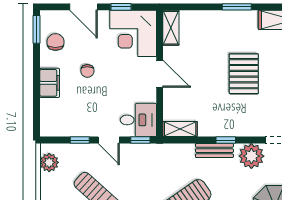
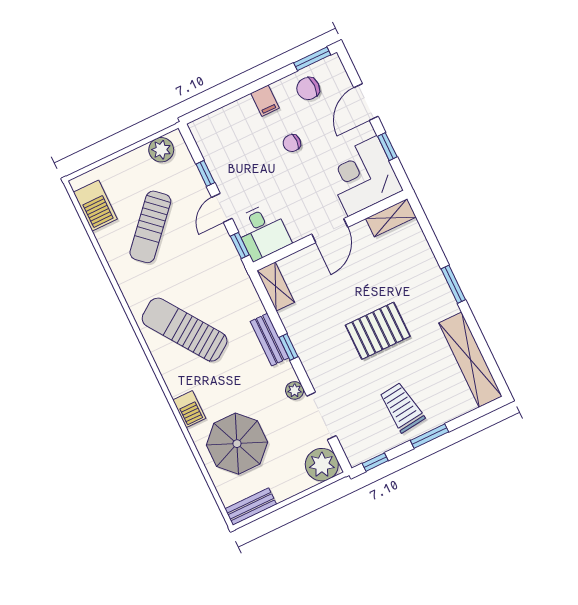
chair: (55, 42) -> (308, 89), turned 180
filing cabinet: (50, 83) -> (265, 101), width x0.50
plant: (251, 156) -> (295, 390), width x0.53, depth x0.53

